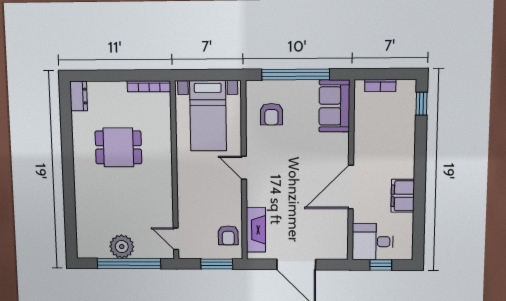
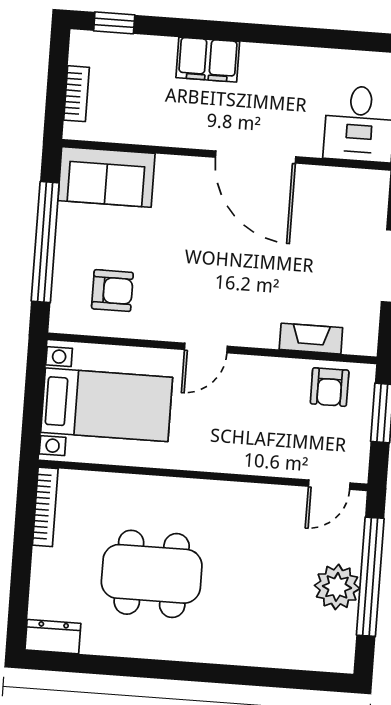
dining table: (118, 147) -> (152, 574), width x1.38
filing cabinet: (403, 196) -> (208, 60), moved
fireplace: (256, 230) -> (311, 339), width x0.73, depth x0.76
armchair: (228, 235) -> (330, 387), turned 90

